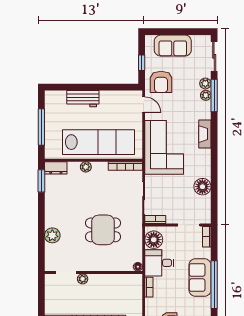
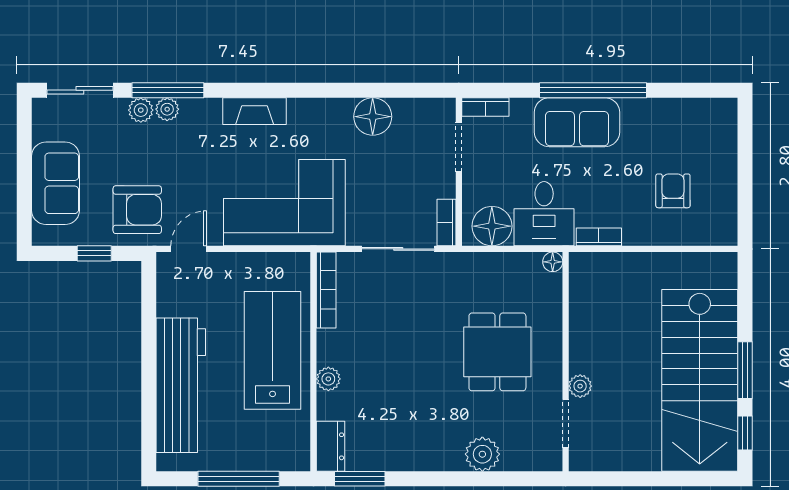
workbench: (83, 99) -> (181, 385), width x1.88, depth x1.32
lab bench: (99, 142) -> (273, 350), width x0.73
dining table: (103, 230) -> (497, 352), moved

